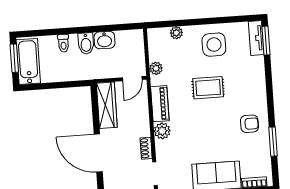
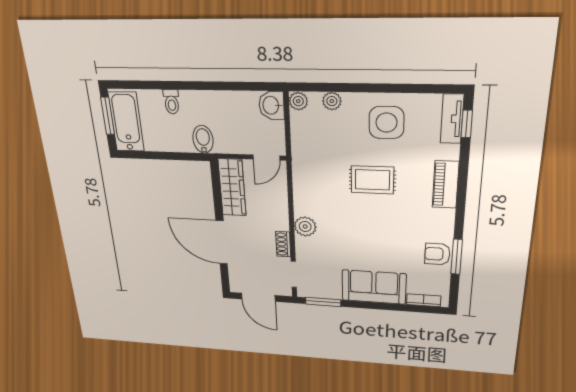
washbasin: (104, 40) -> (271, 105), moved, turned 90
window: (266, 41) -> (467, 124), width x0.67
bidet: (86, 43) -> (203, 139), moved, turned 180
plant: (156, 68) -> (298, 101), moved
piano: (160, 104) -> (446, 185), moved, turned 180
armchair: (249, 124) -> (437, 254), moved, turned 180

